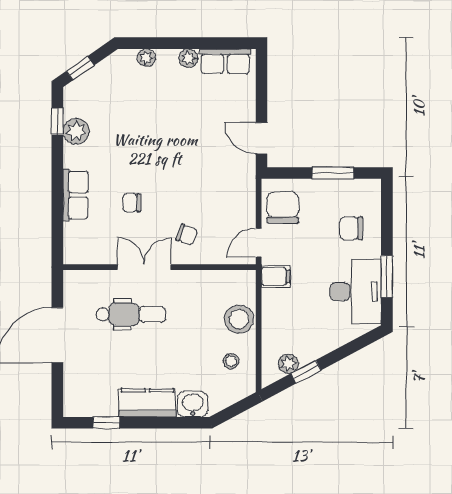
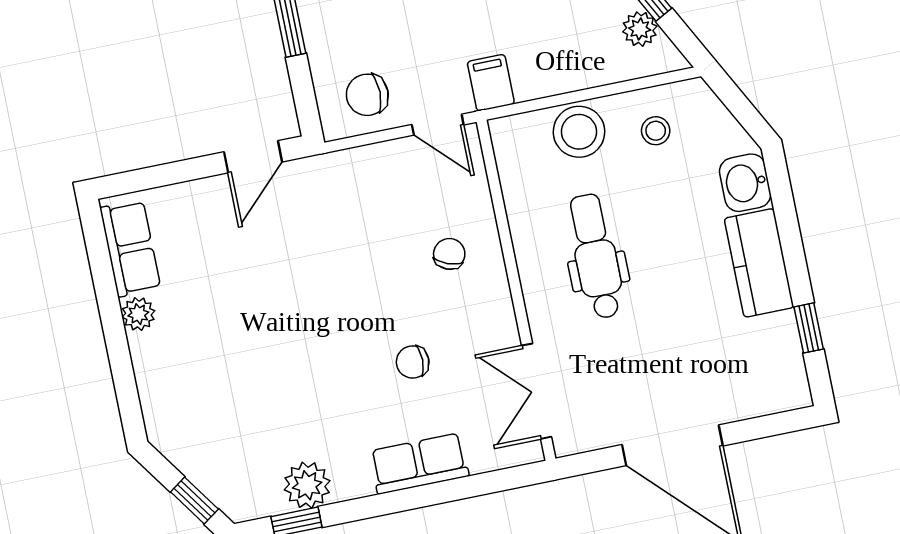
plant: (146, 58) -> (152, 388), removed
chair: (132, 203) -> (413, 362), turned 90
chair: (283, 208) -> (367, 95), width x0.73, depth x0.73
double door: (144, 267) -> (537, 391), moved
dental chair: (131, 314) -> (596, 256), moved

